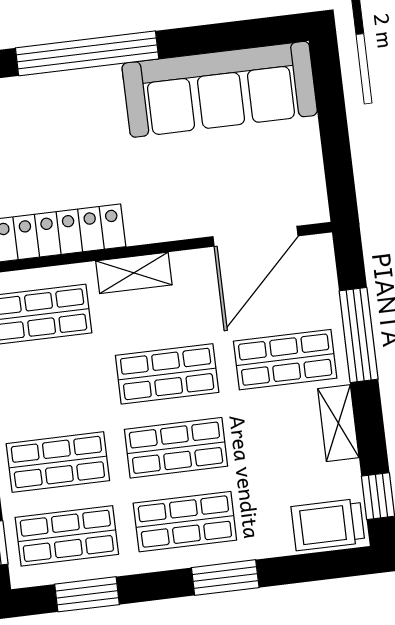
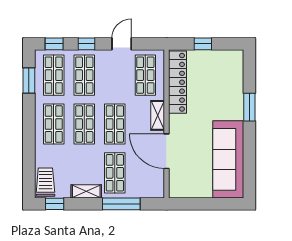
window: (87, 53) -> (249, 107), width x0.47
door: (256, 236) -> (167, 151), moved
window: (225, 578) -> (29, 138), removed

